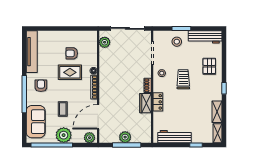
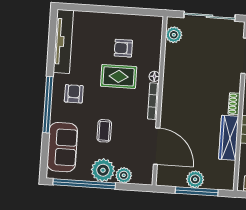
wardrobe: (145, 103) -> (229, 138), width x1.50
door: (98, 117) -> (157, 146), swing flipped
plant: (89, 138) -> (124, 175), moved

